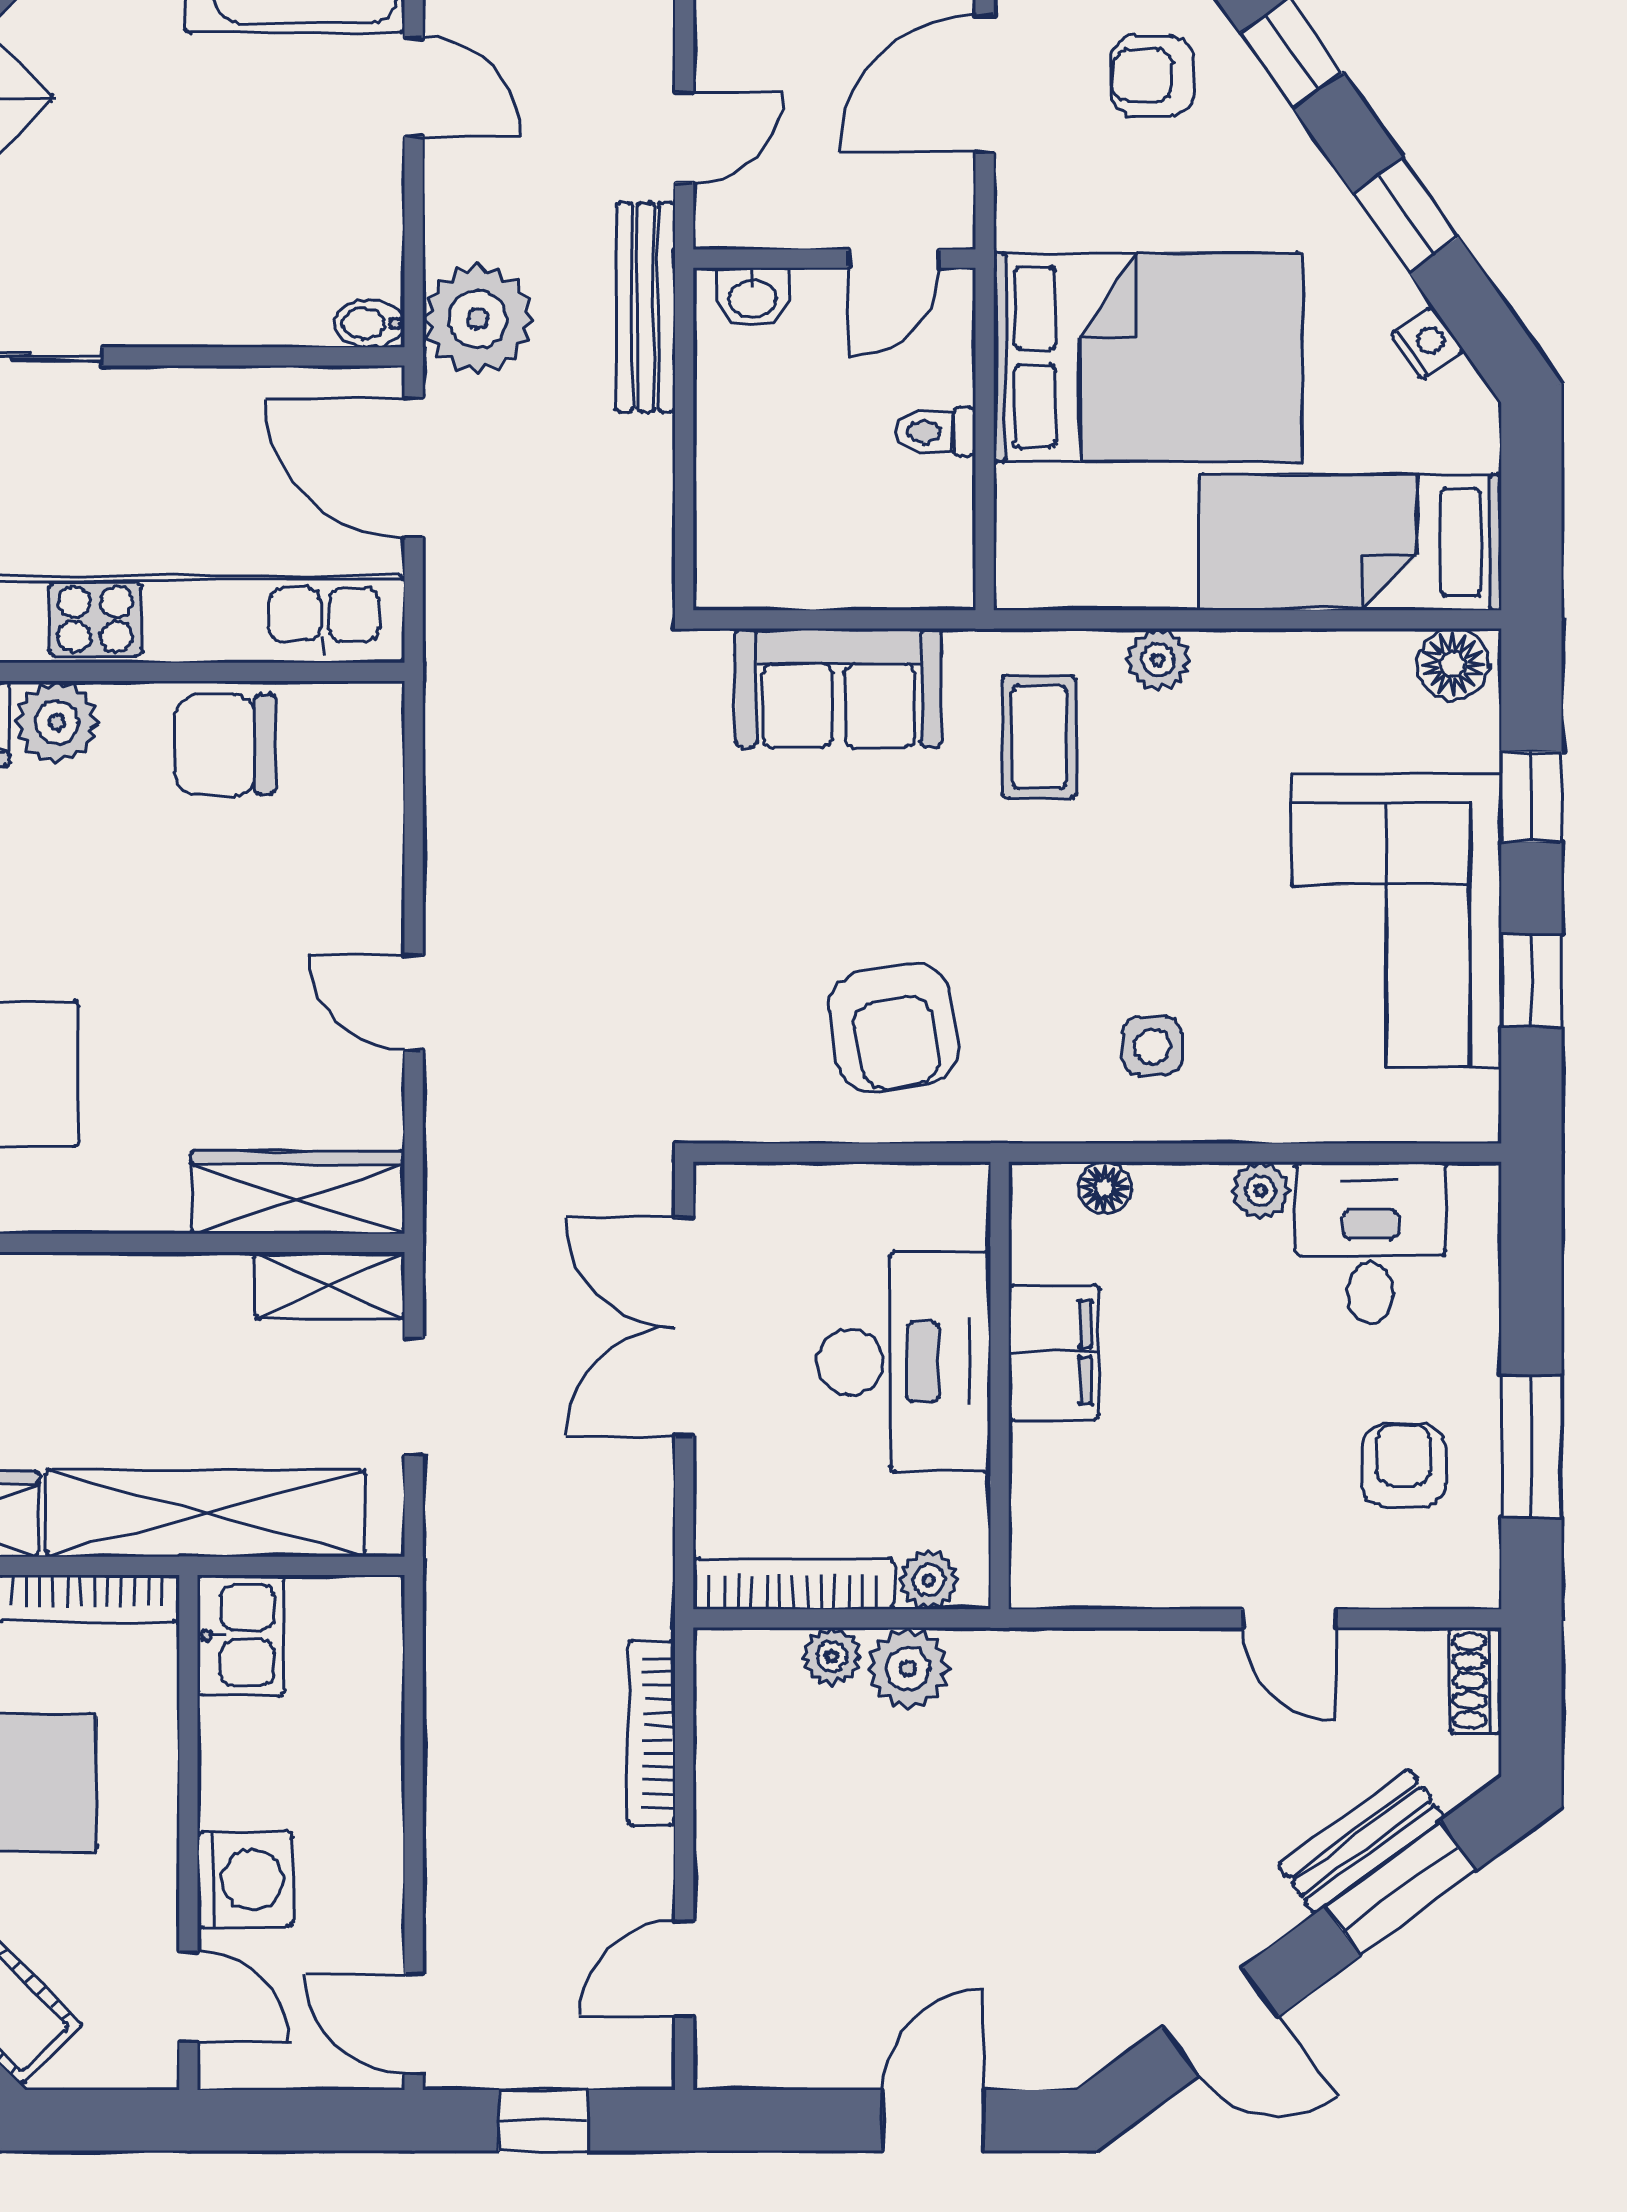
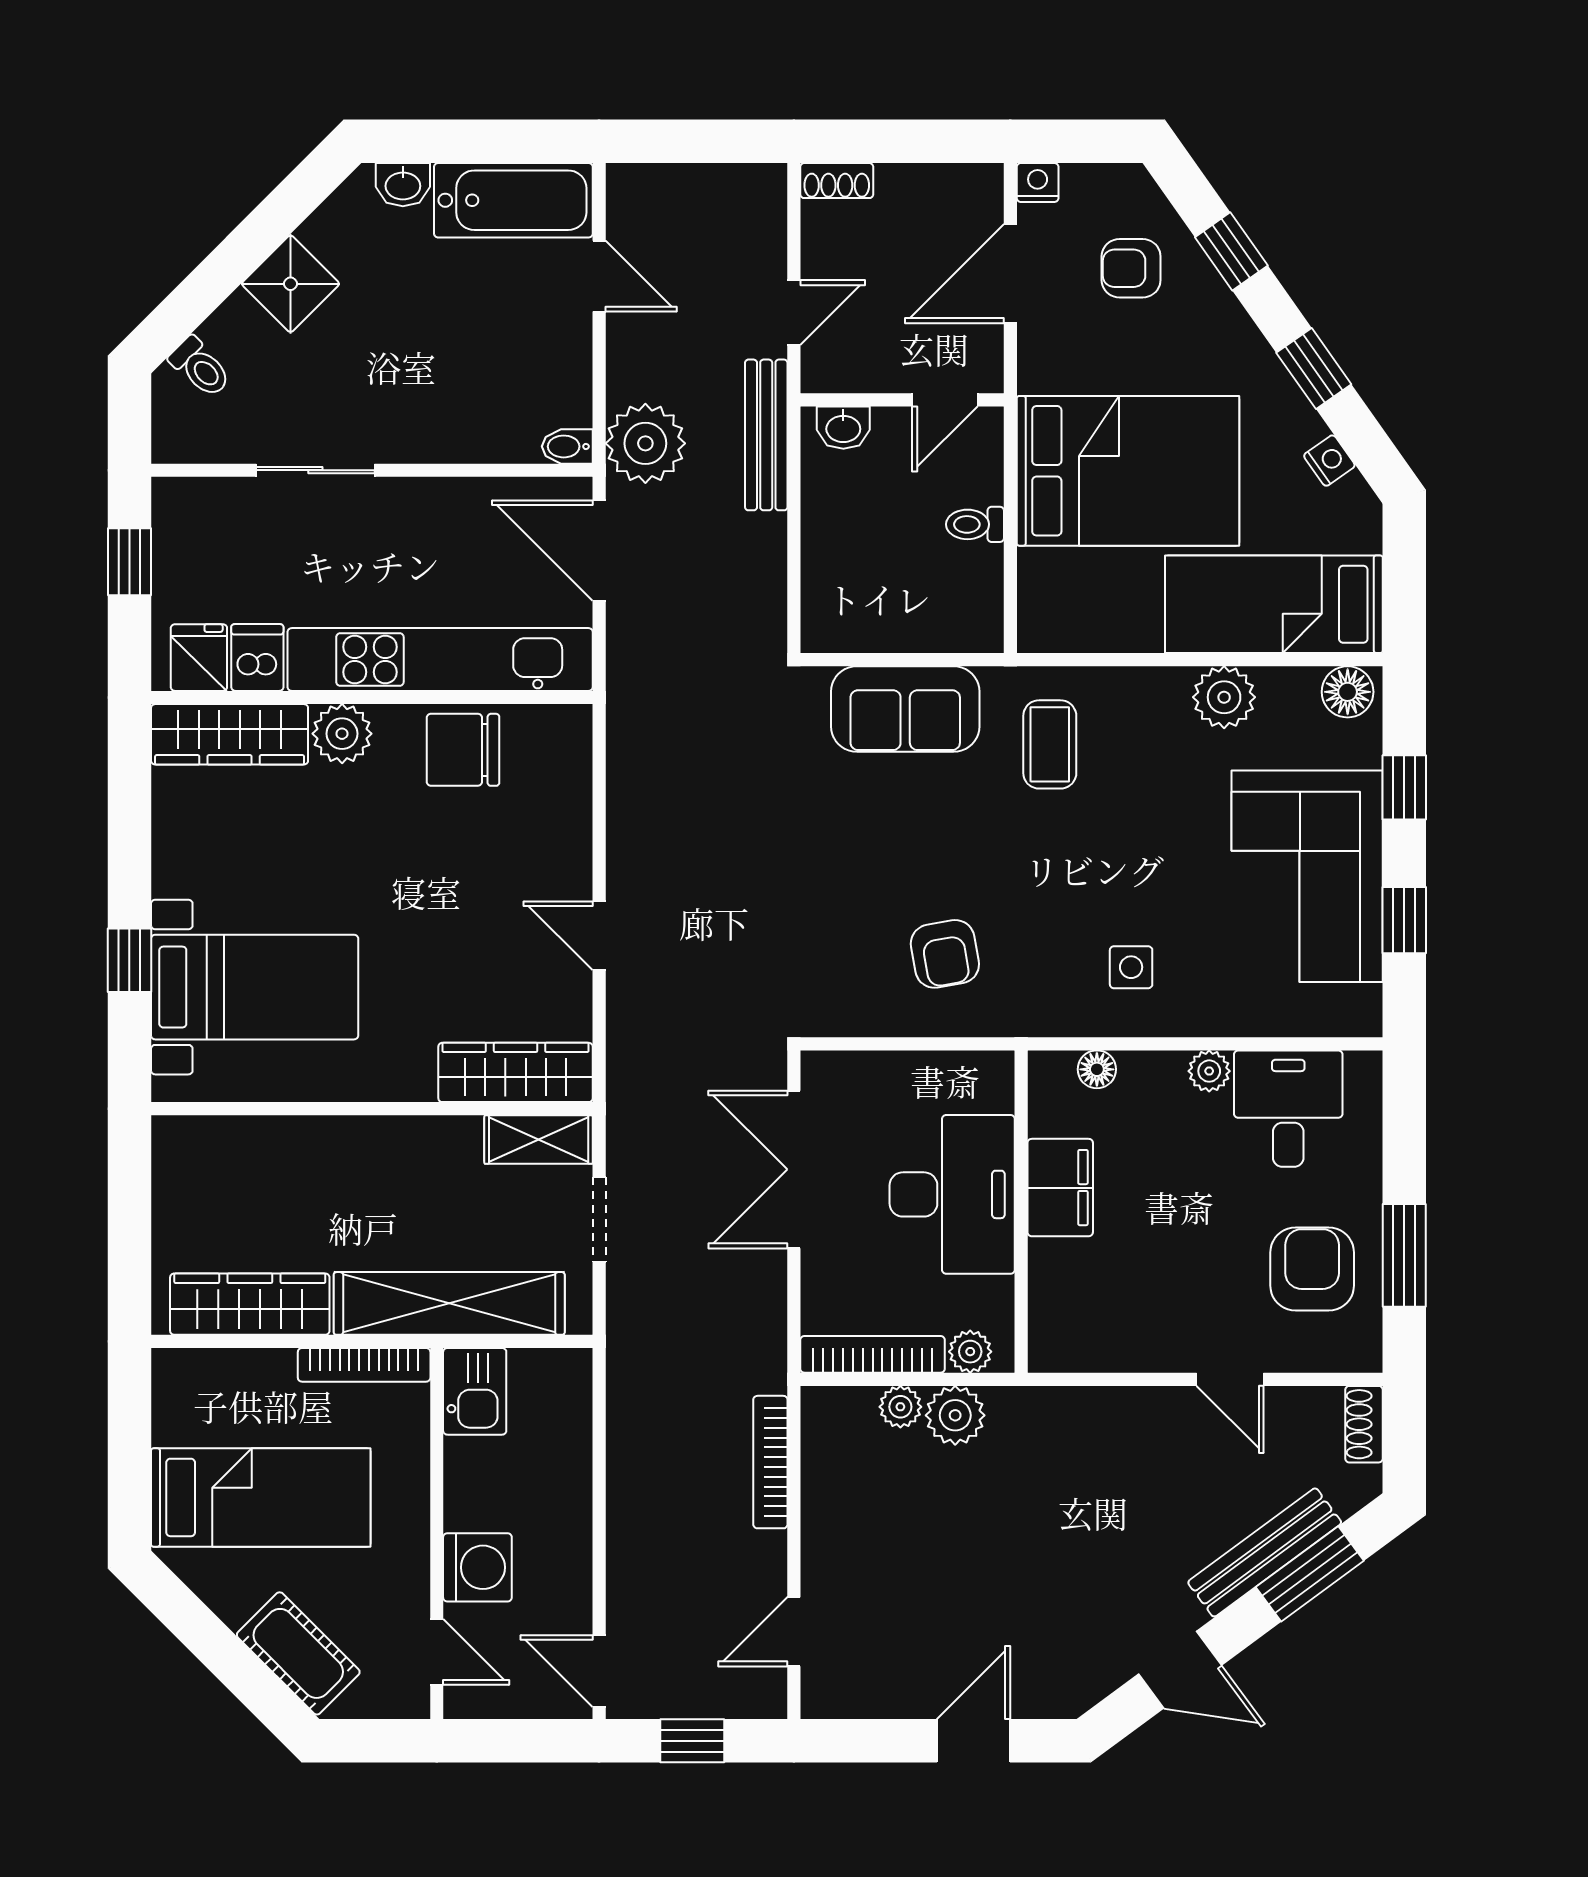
plant: (1158, 660) -> (1224, 697), moved, width x1.38, depth x1.38
armchair: (894, 1028) -> (945, 954), width x0.72, depth x0.72
armchair: (1404, 1465) -> (1312, 1269), width x1.38, depth x1.38
bench: (1361, 1841) -> (1265, 1552), width x1.36

